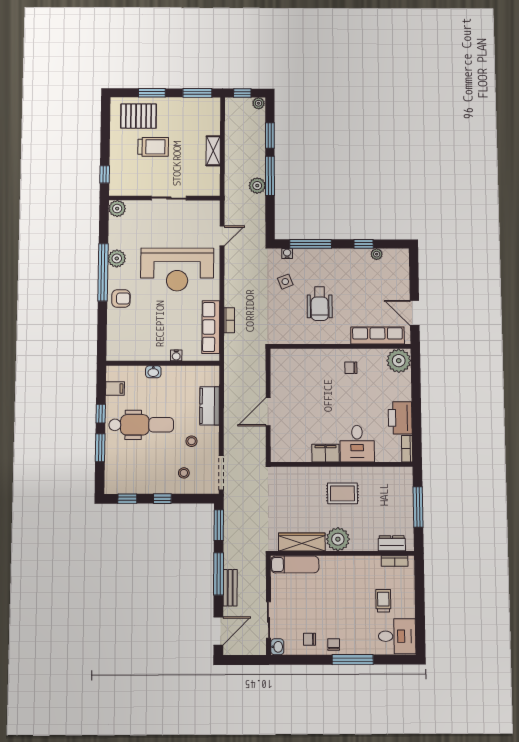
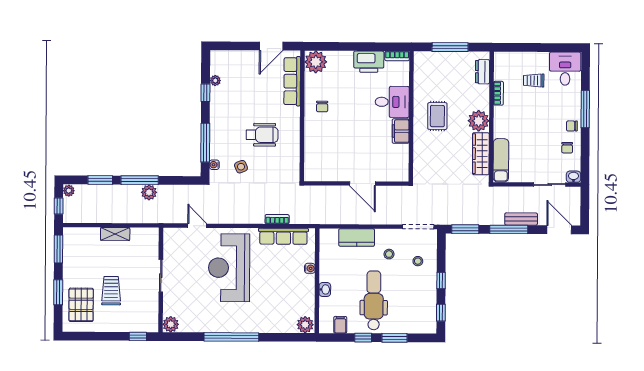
plant: (117, 258) -> (305, 325), moved
reception desk: (177, 269) -> (229, 268), turned 180
armchair: (121, 299) -> (256, 320), removed
bookcase: (395, 561) -> (498, 93), moved

